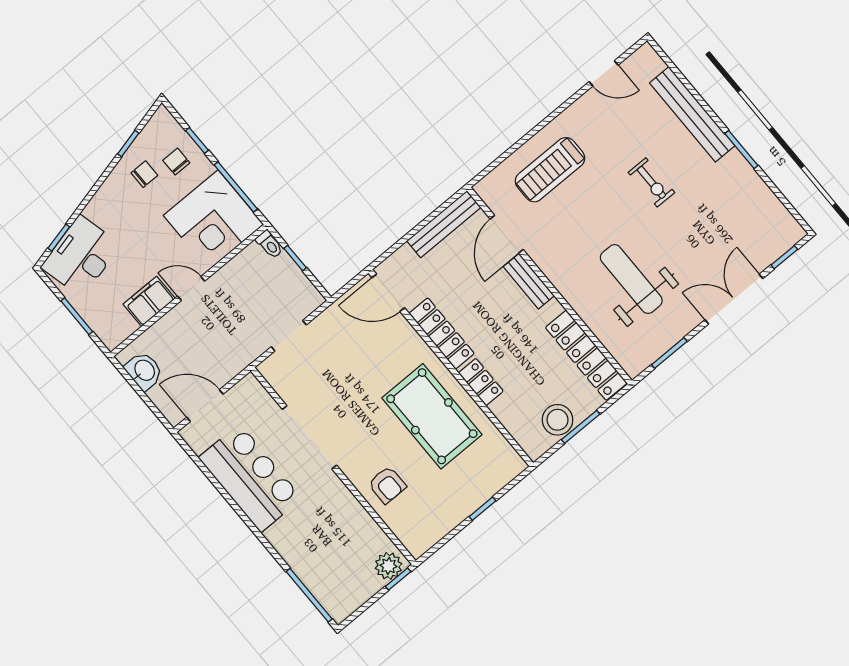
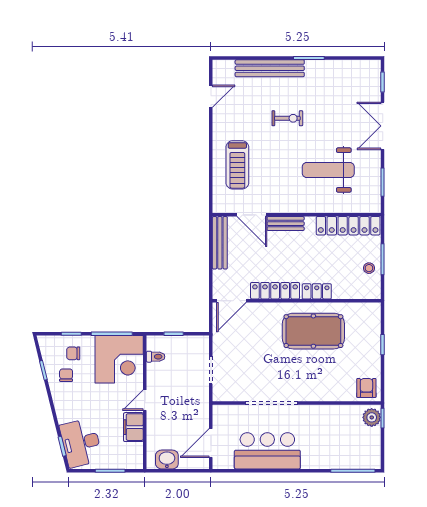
toilet: (269, 244) -> (156, 357), moved
stool: (557, 420) -> (369, 268), width x0.53, depth x0.53
armchair: (387, 485) -> (366, 388), moved, turned -90

